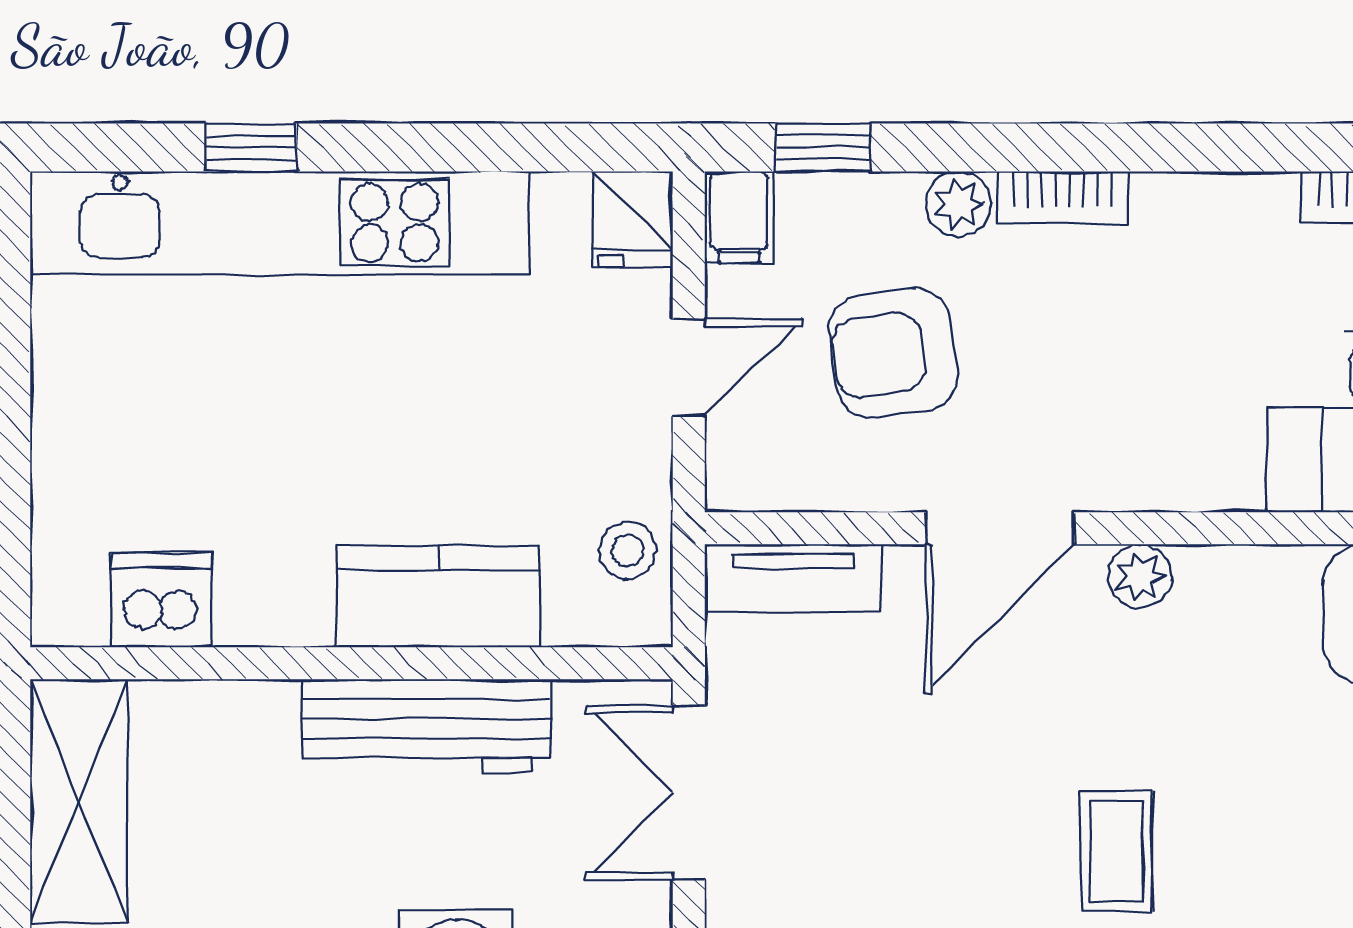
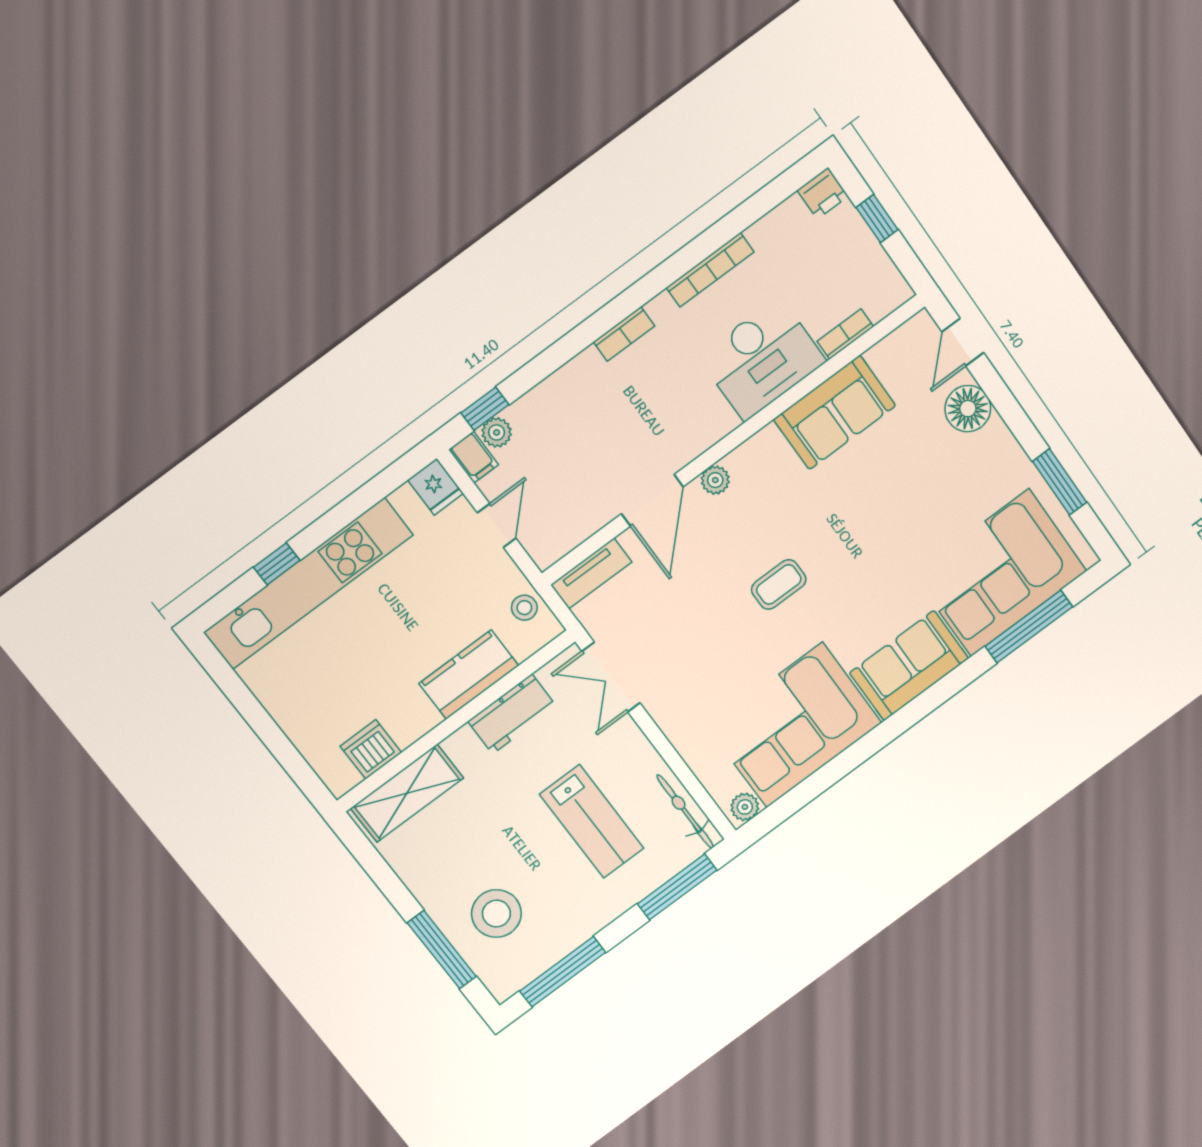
bookcase: (1063, 197) -> (624, 334), moved
plant: (958, 204) -> (497, 432), moved
armchair: (893, 353) -> (567, 465), removed
workbench: (428, 726) -> (512, 714), width x0.73
shelving: (79, 801) -> (407, 793), moved, turned 90
coffee table: (1117, 851) -> (779, 584), turned 90

